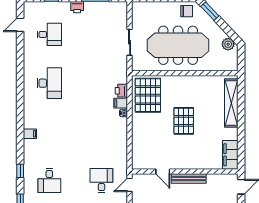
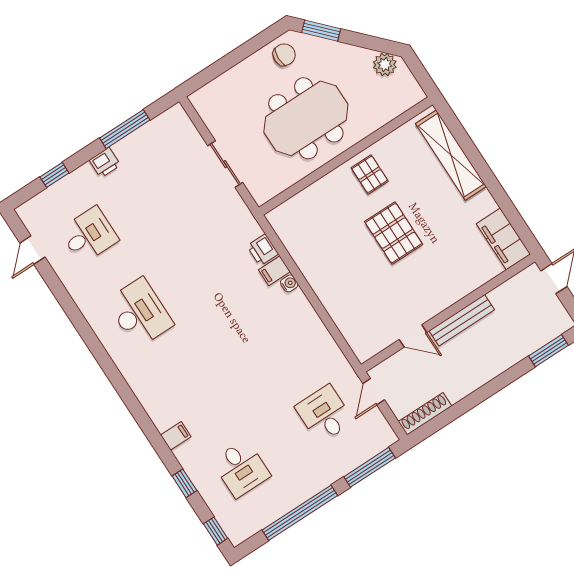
meeting table: (178, 45) -> (306, 118), width x0.73
pallet: (148, 95) -> (370, 174), moved, width x0.49, depth x0.50
filing cabinet: (30, 134) -> (176, 436), moved

